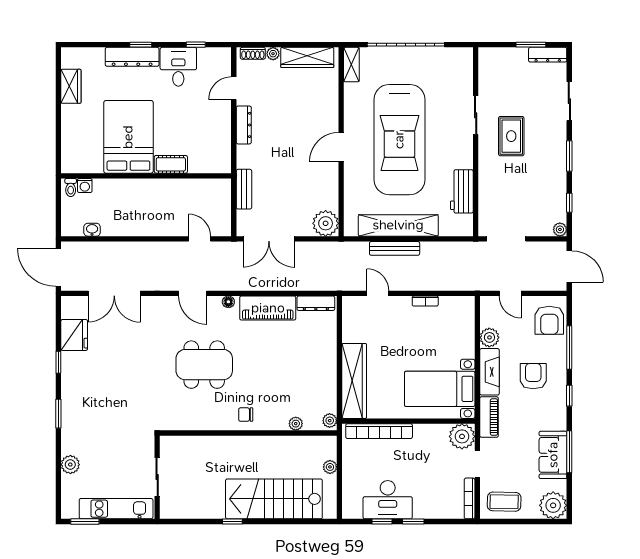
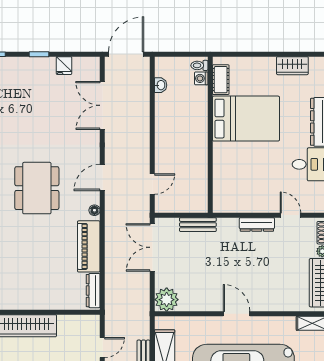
cot: (171, 164) -> (221, 80), moved
fridge: (74, 335) -> (64, 66), width x0.53, depth x0.75

